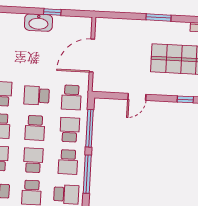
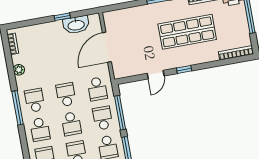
washbasin: (38, 23) -> (76, 25), moved
school desk: (37, 96) -> (66, 95), turned 90
window: (185, 99) -> (184, 69), moved

